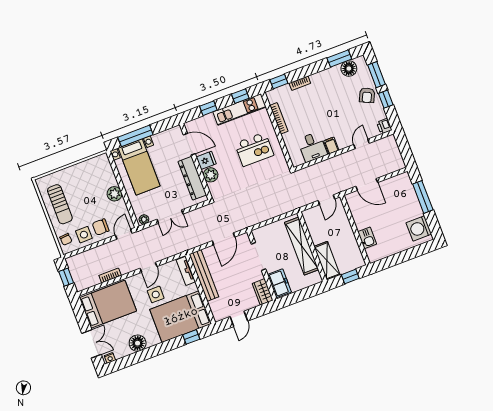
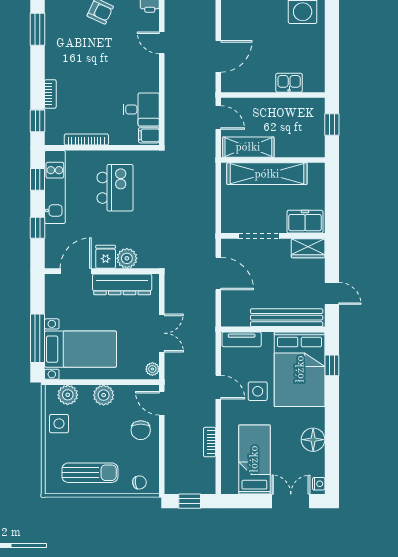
floor lamp: (349, 69) -> (56, 22), removed
filing cabinet: (331, 146) -> (149, 135), moved
plant: (106, 170) -> (68, 395), added
side table: (84, 235) -> (59, 424), moved
shelving: (327, 261) -> (248, 147), moved
bench: (204, 275) -> (287, 318), moved
bed: (108, 304) -> (254, 459), width x0.67

